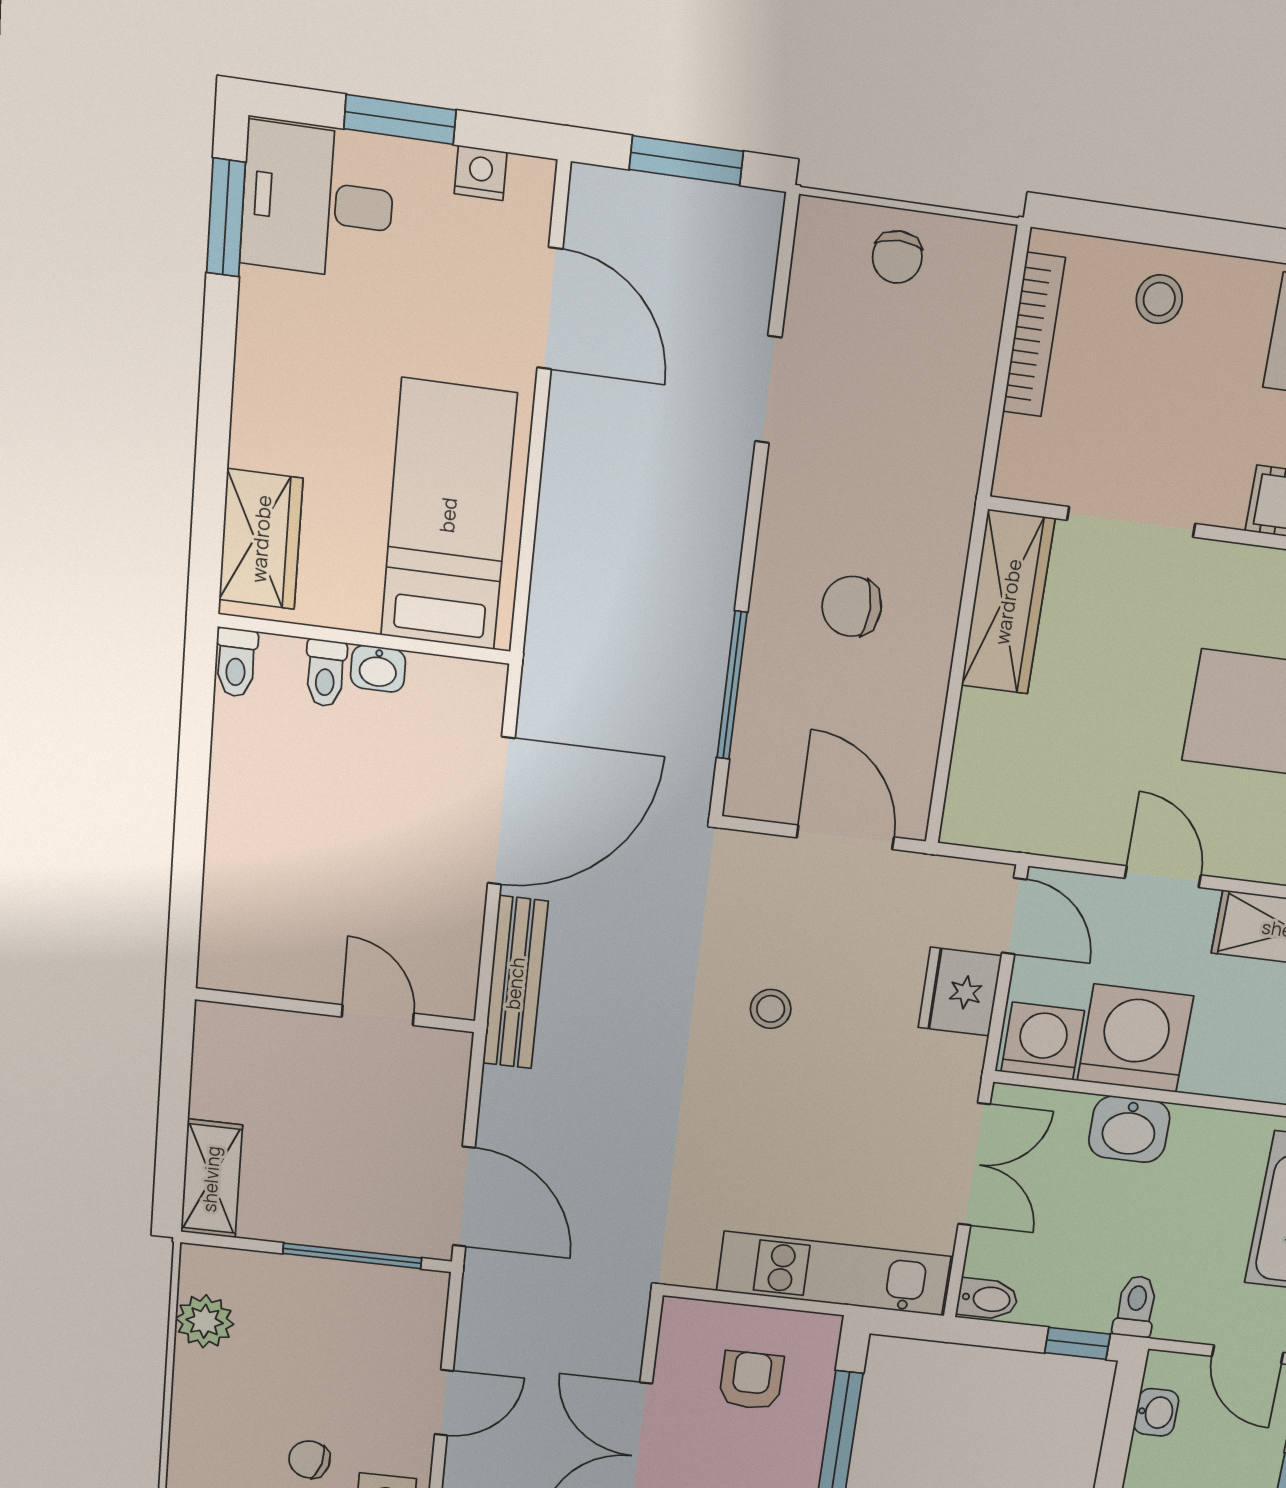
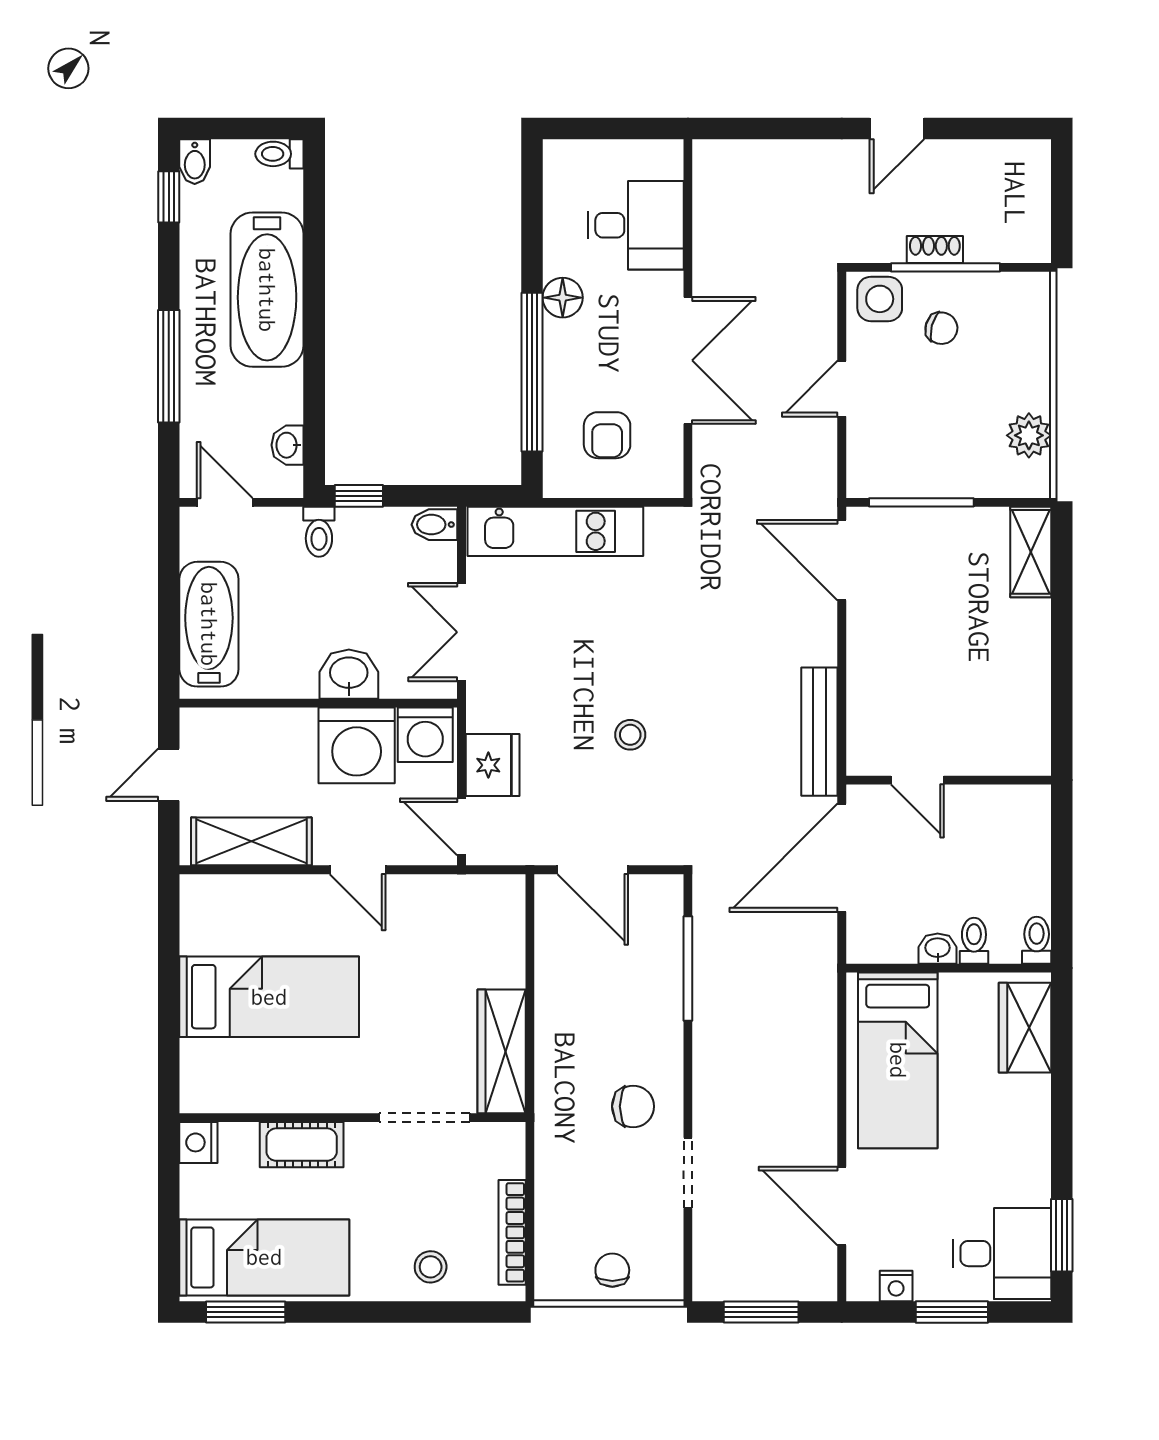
chair: (852, 606) -> (633, 1106), moved
wall: (335, 1010) -> (949, 780), moved
door: (378, 1015) -> (917, 780), moved

